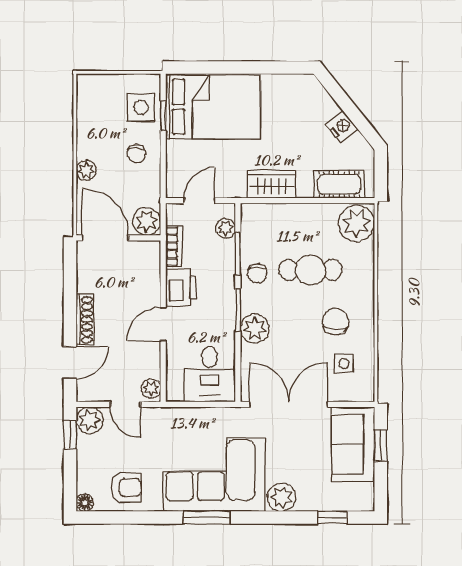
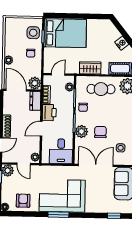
dresser: (149, 262) -> (35, 101), added
cafe table: (310, 270) -> (101, 89), moved
chair: (335, 321) -> (100, 132), moved
armchair: (126, 487) -> (23, 201), turned -90
plant: (282, 497) -> (92, 206), removed

